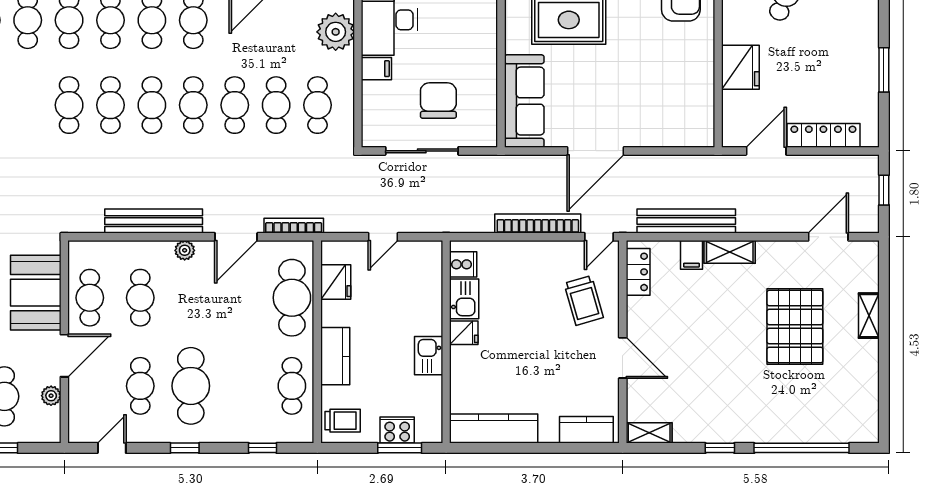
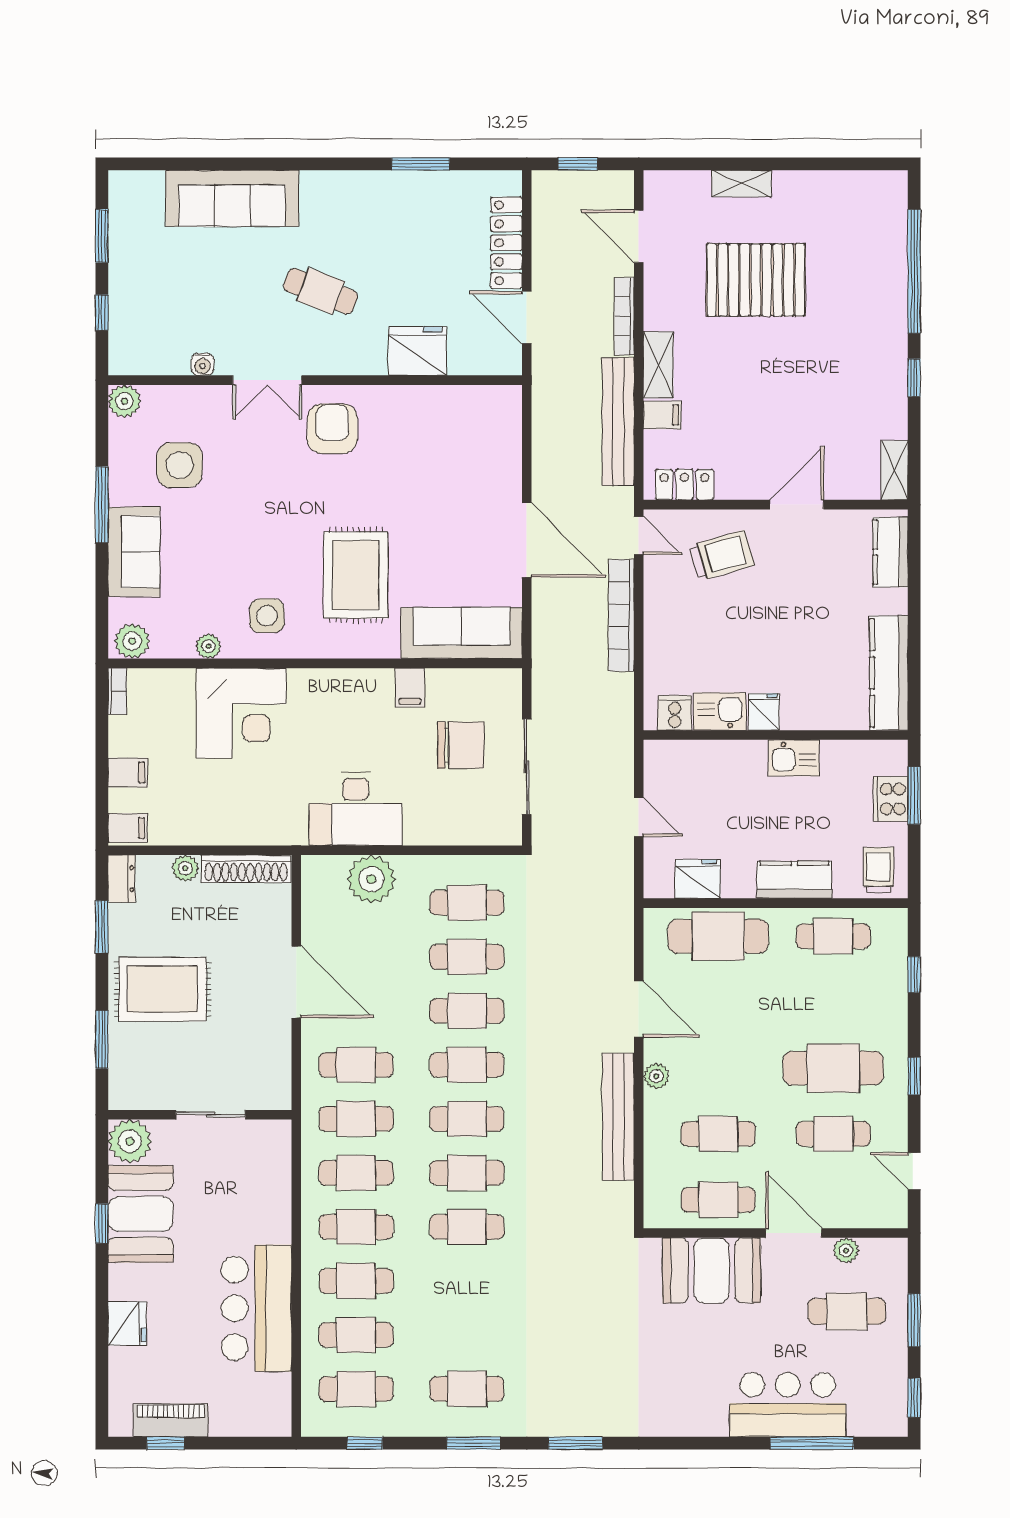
filing cabinet: (376, 69) -> (410, 688), moved, turned 180
chair: (438, 101) -> (461, 745), turned 180
bookcase: (294, 226) -> (624, 316), moved

